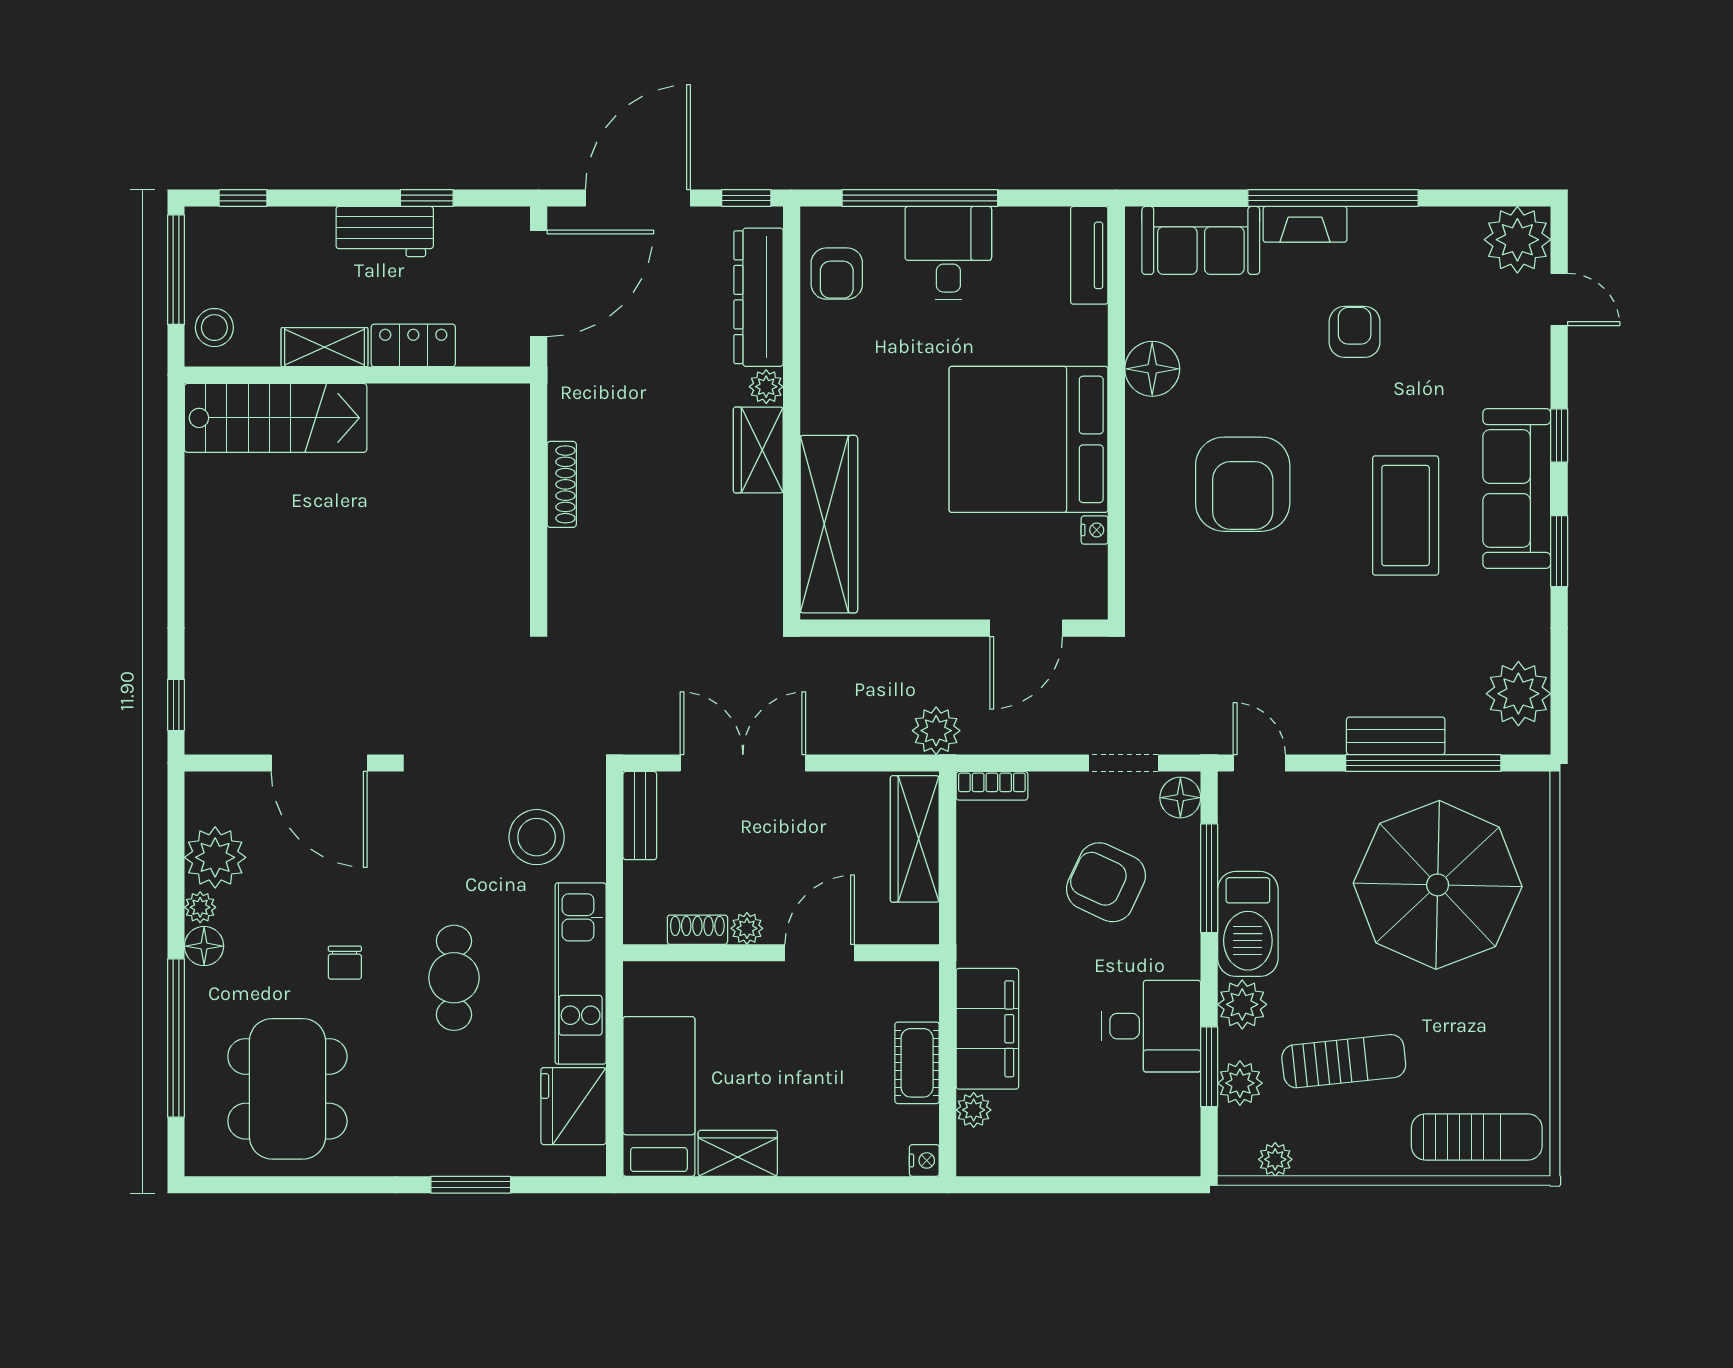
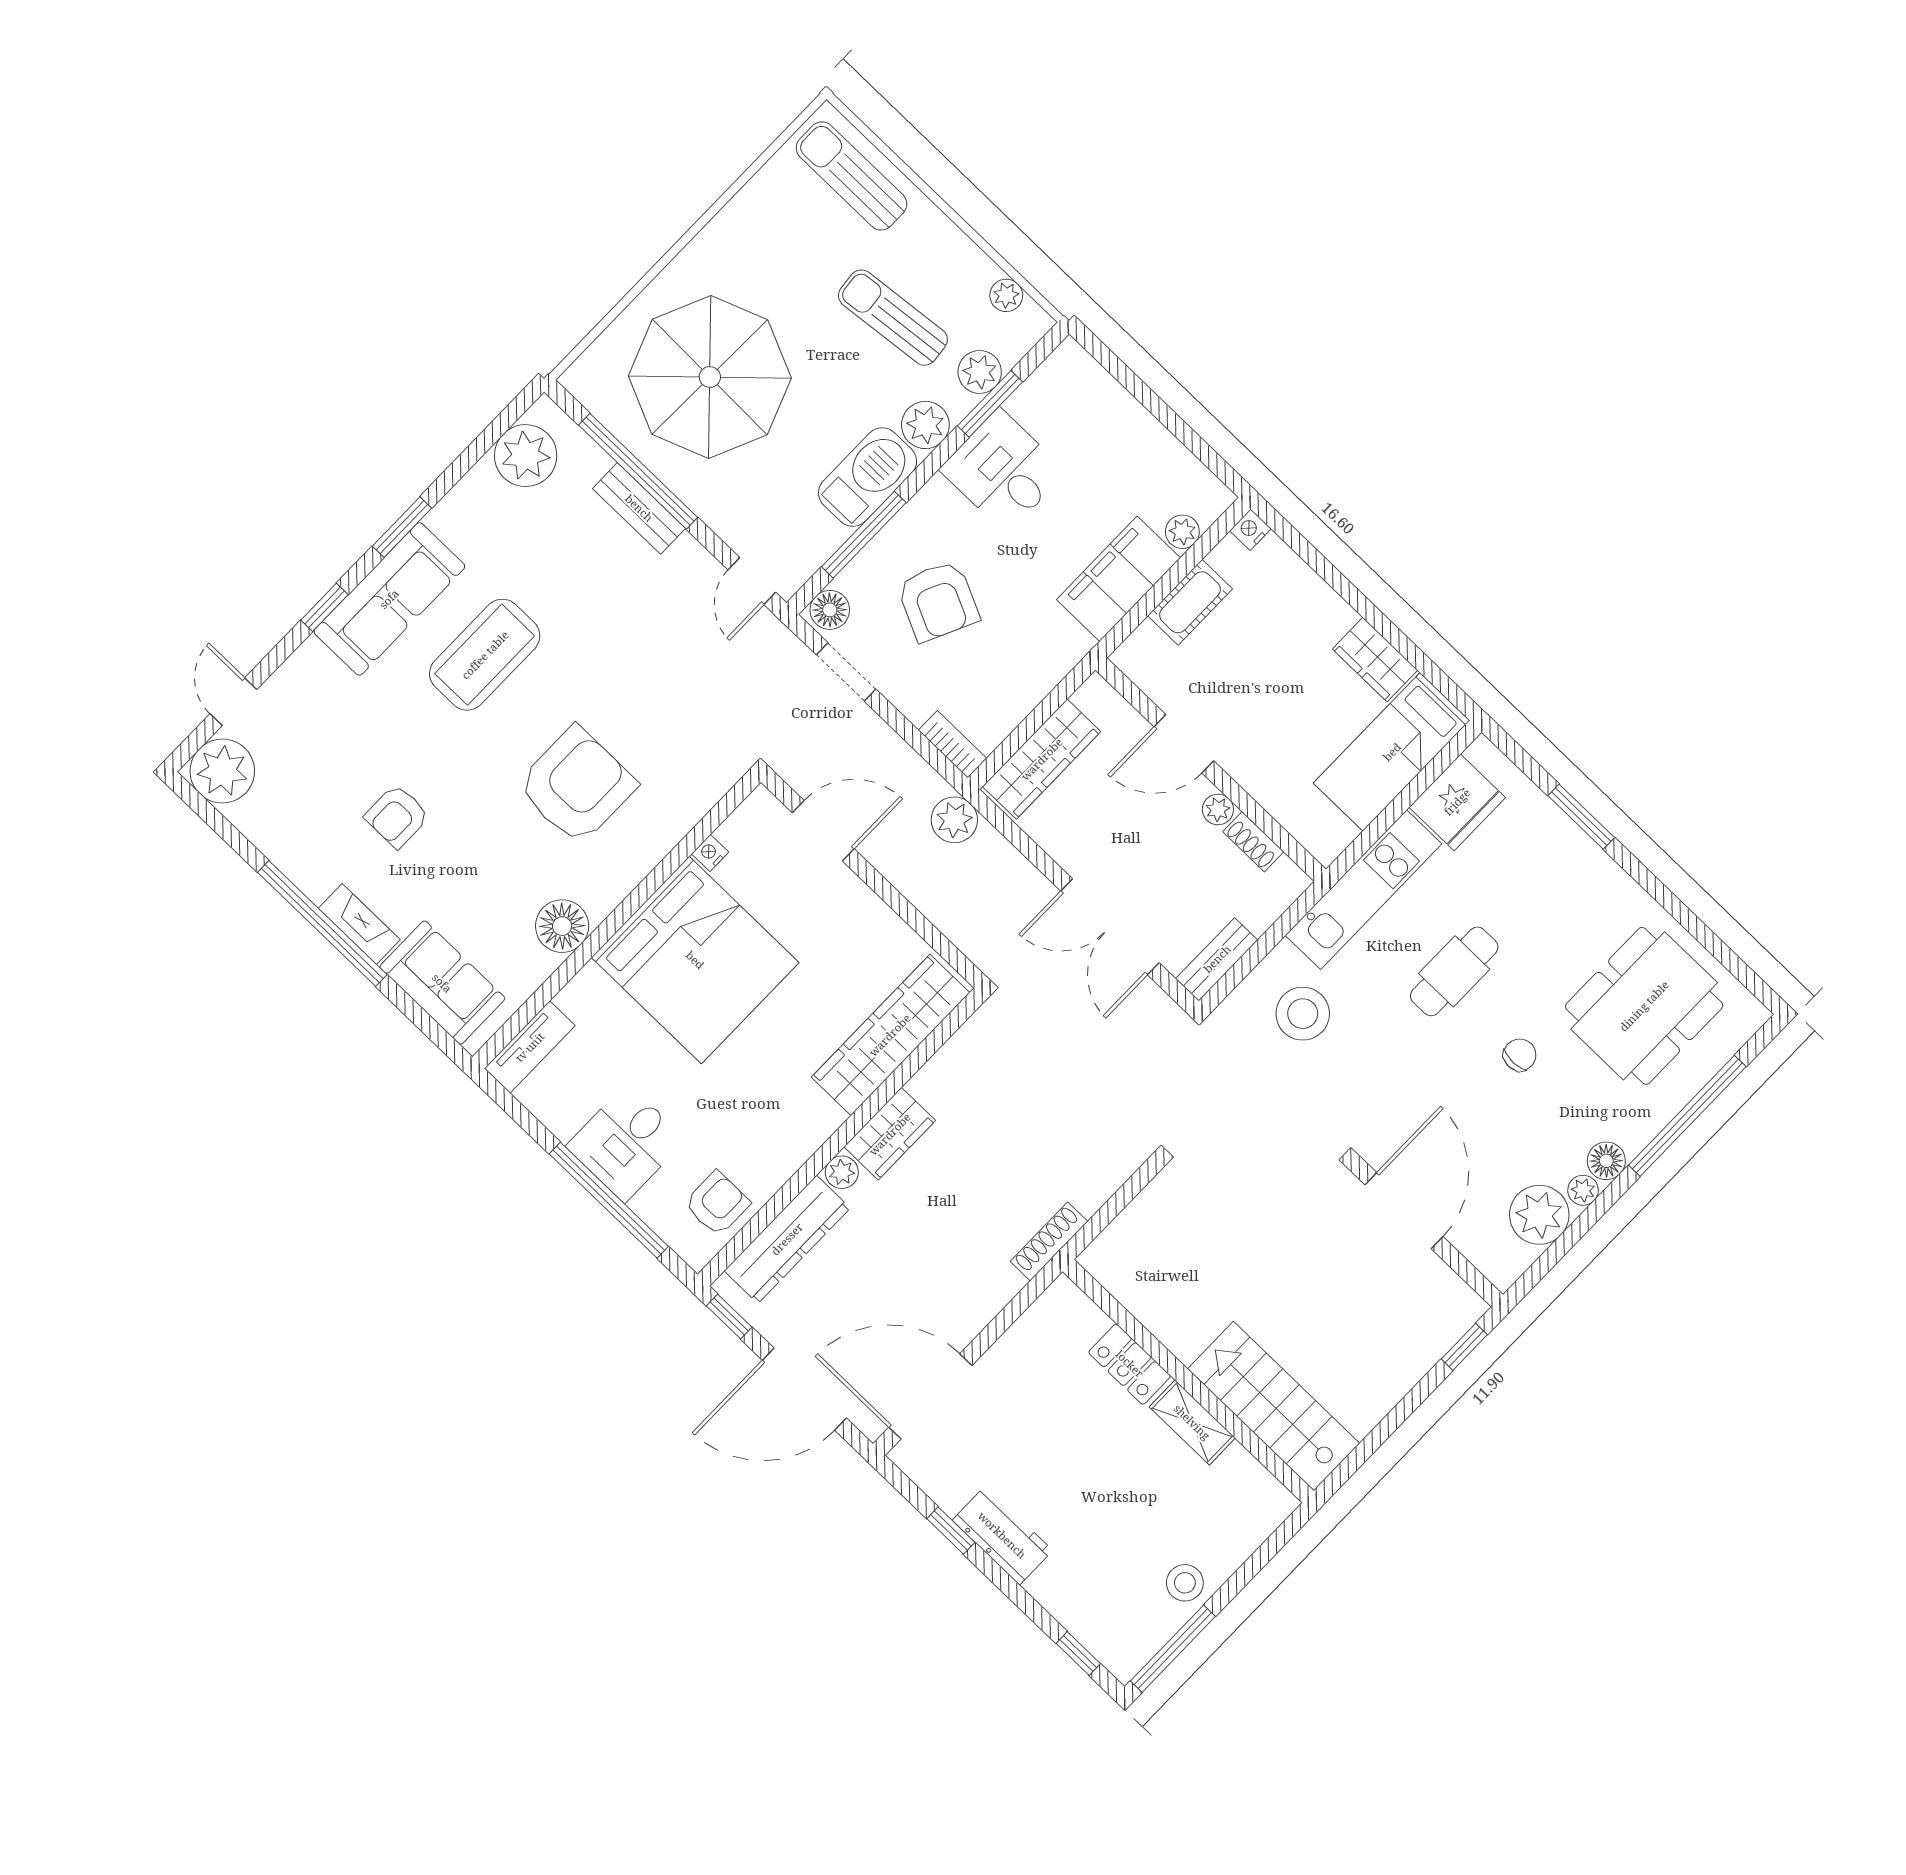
locker: (413, 345) -> (1130, 1364), moved
shelving: (324, 347) -> (1192, 1422), moved
wall: (357, 375) -> (1188, 1381), moved
stairs: (276, 418) -> (1274, 1406), moved

